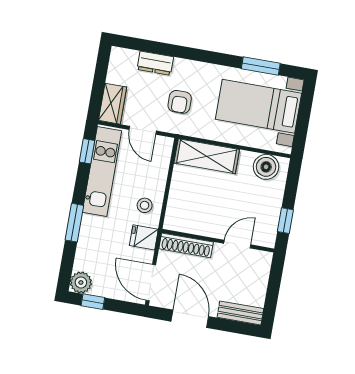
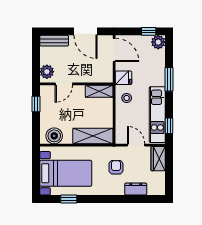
window: (261, 66) -> (69, 199), width x0.67
shelving: (185, 223) -> (99, 91), added
shoe rack: (186, 245) -> (96, 77), removed
plant: (260, 267) -> (47, 72), added

